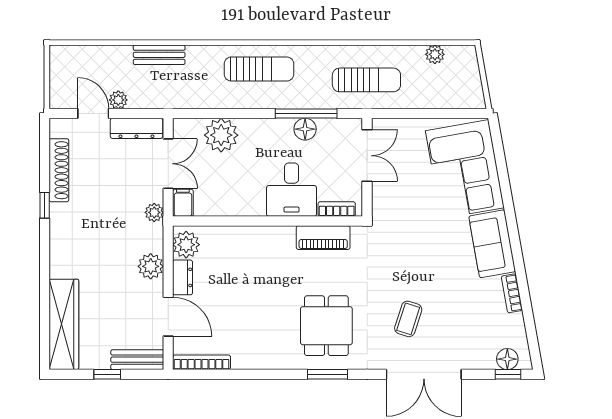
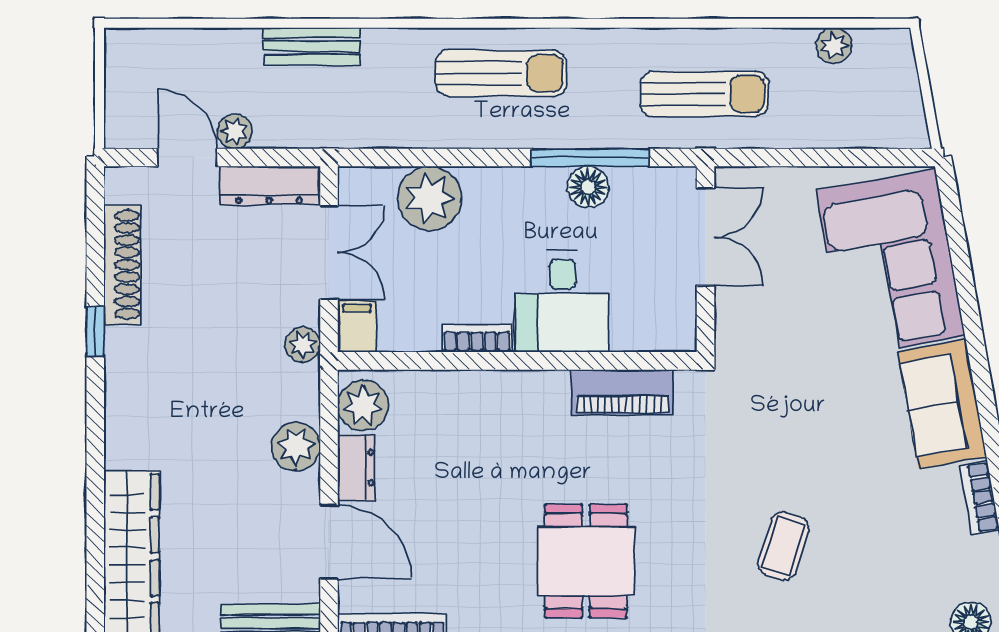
bookcase: (337, 209) -> (477, 338), moved
dining table: (326, 326) -> (586, 561), moved

